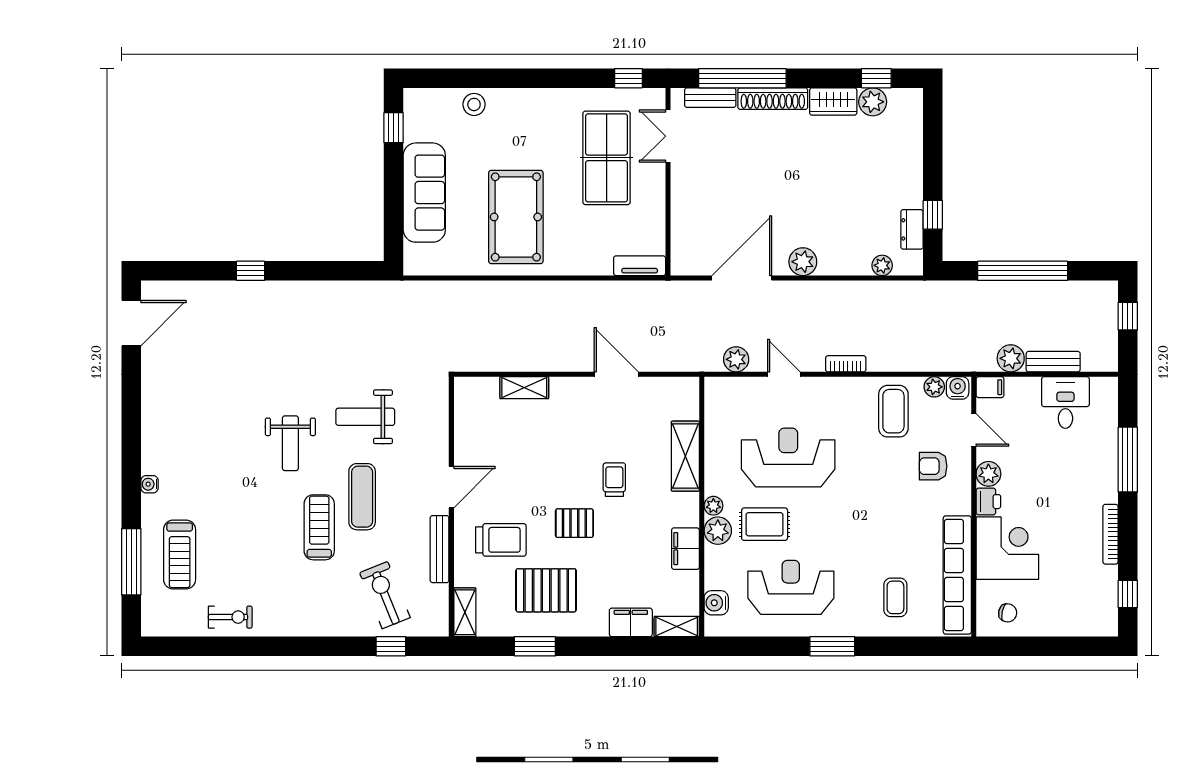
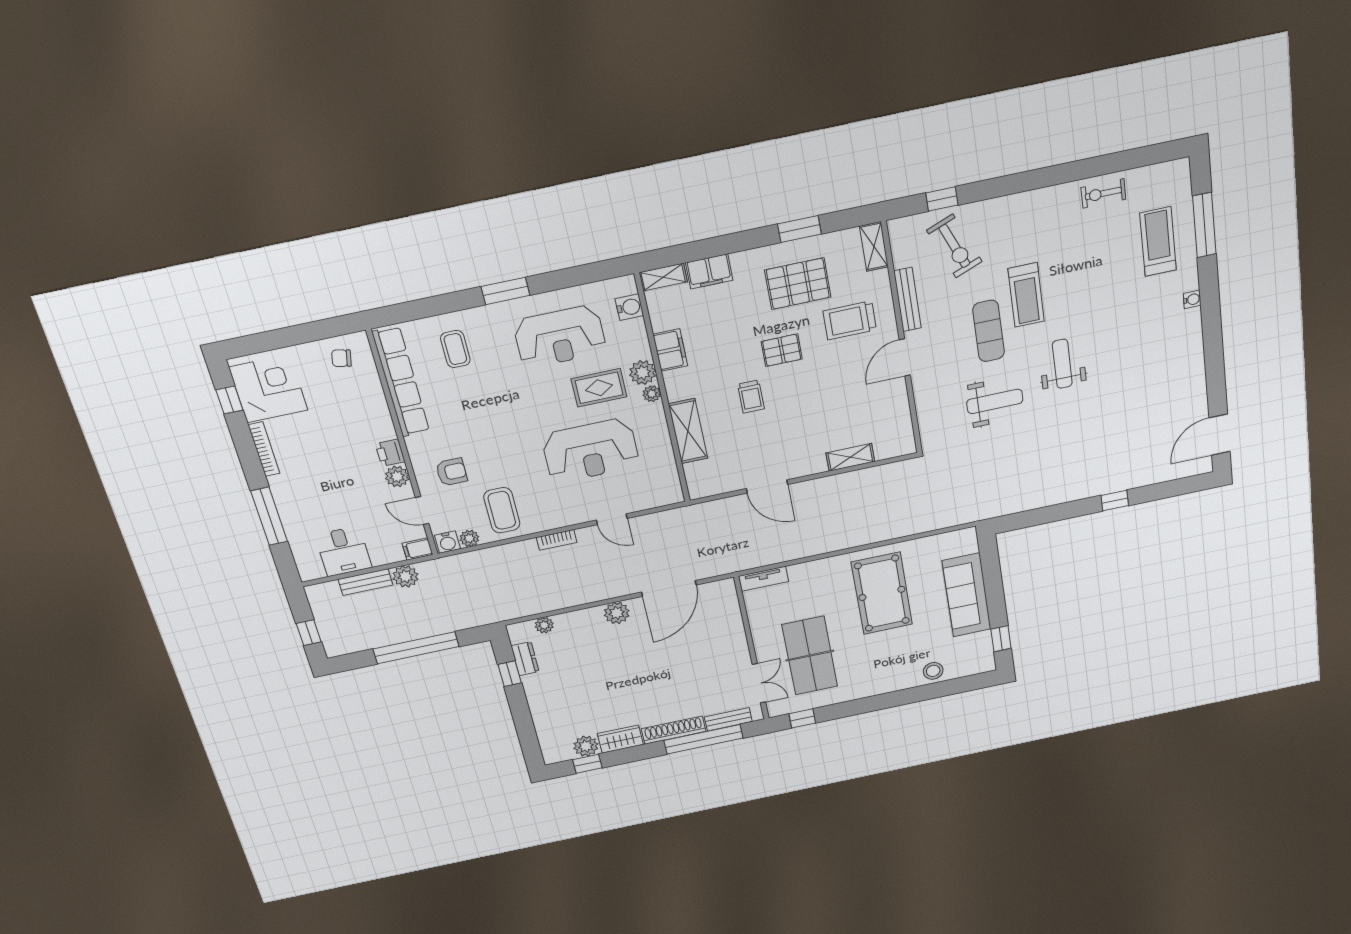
plant: (736, 359) -> (659, 522), removed
corner desk: (1007, 548) -> (268, 389), moved, turned 180

